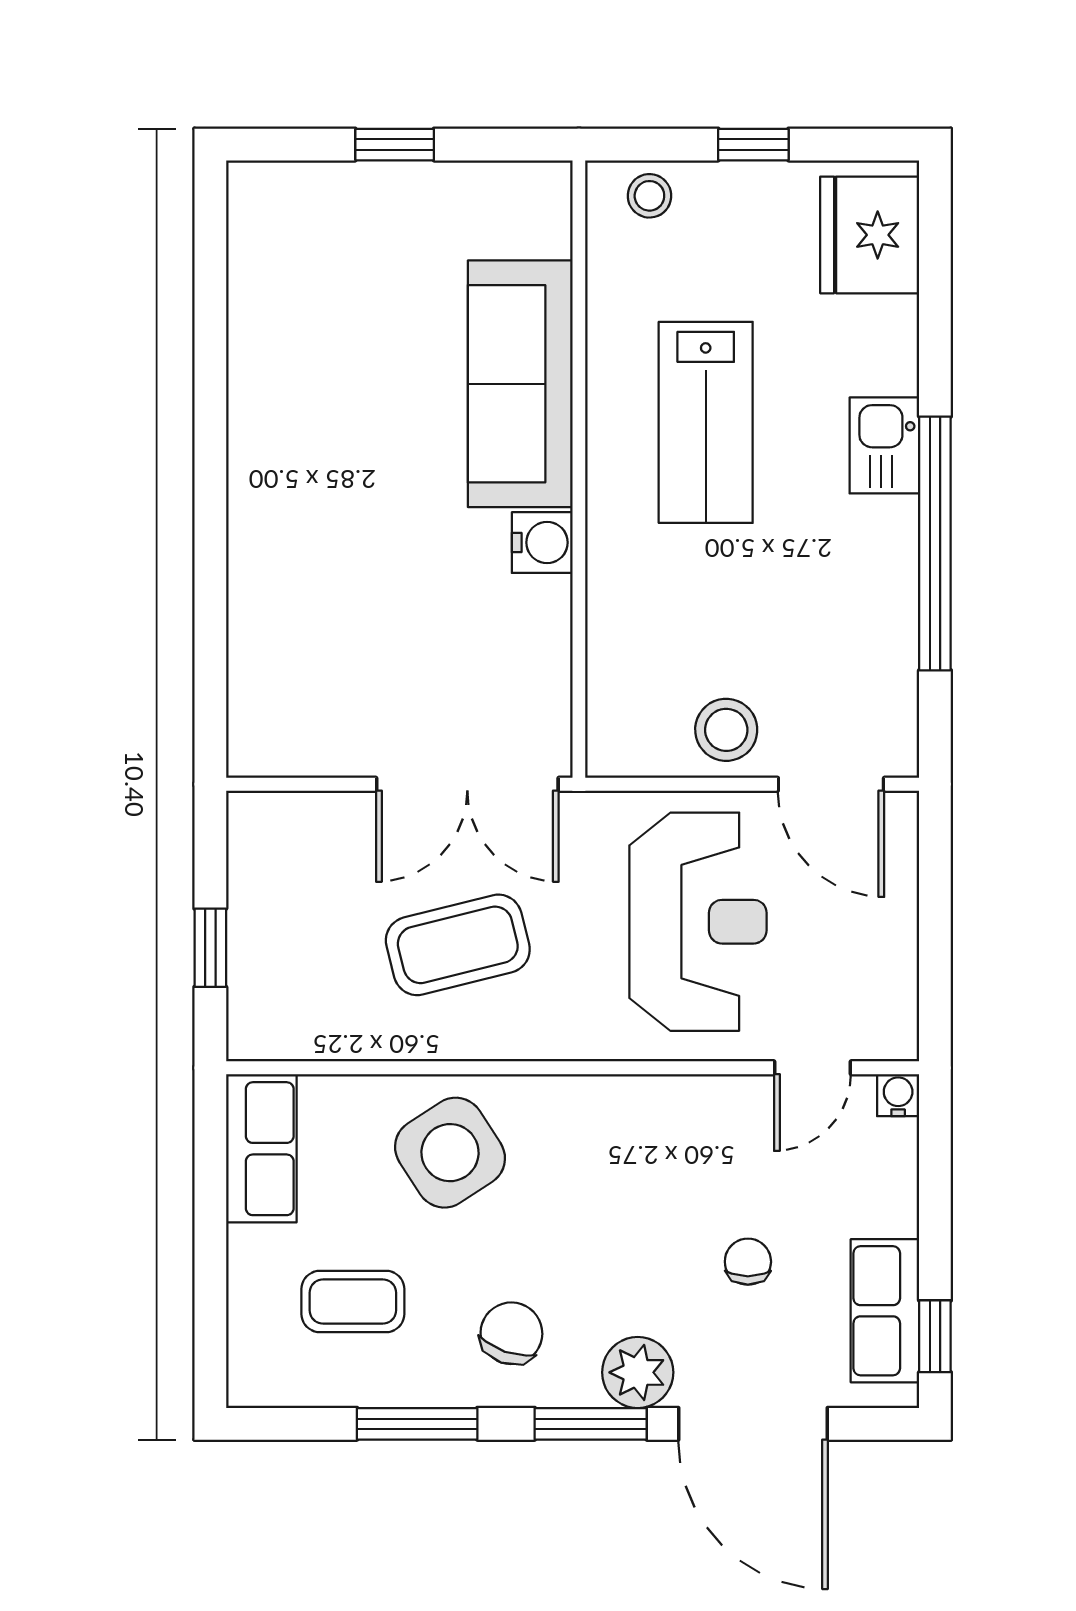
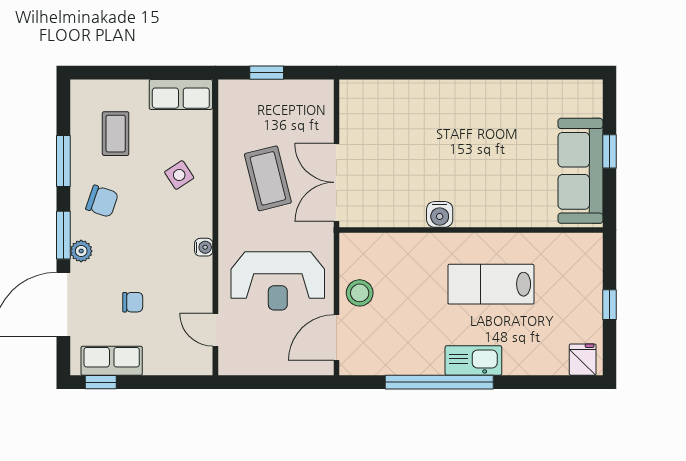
stool: (649, 196) -> (588, 260), removed
fridge: (870, 235) -> (583, 360), width x0.53, depth x0.75
sofa: (520, 384) -> (580, 171), moved, turned -90
kitchen sink: (884, 445) -> (473, 360), width x1.38
water cooler: (898, 1095) -> (204, 247), moved
side table: (450, 1153) -> (179, 175), width x0.54, depth x0.54
plant: (638, 1372) -> (81, 251), width x0.73, depth x0.73

